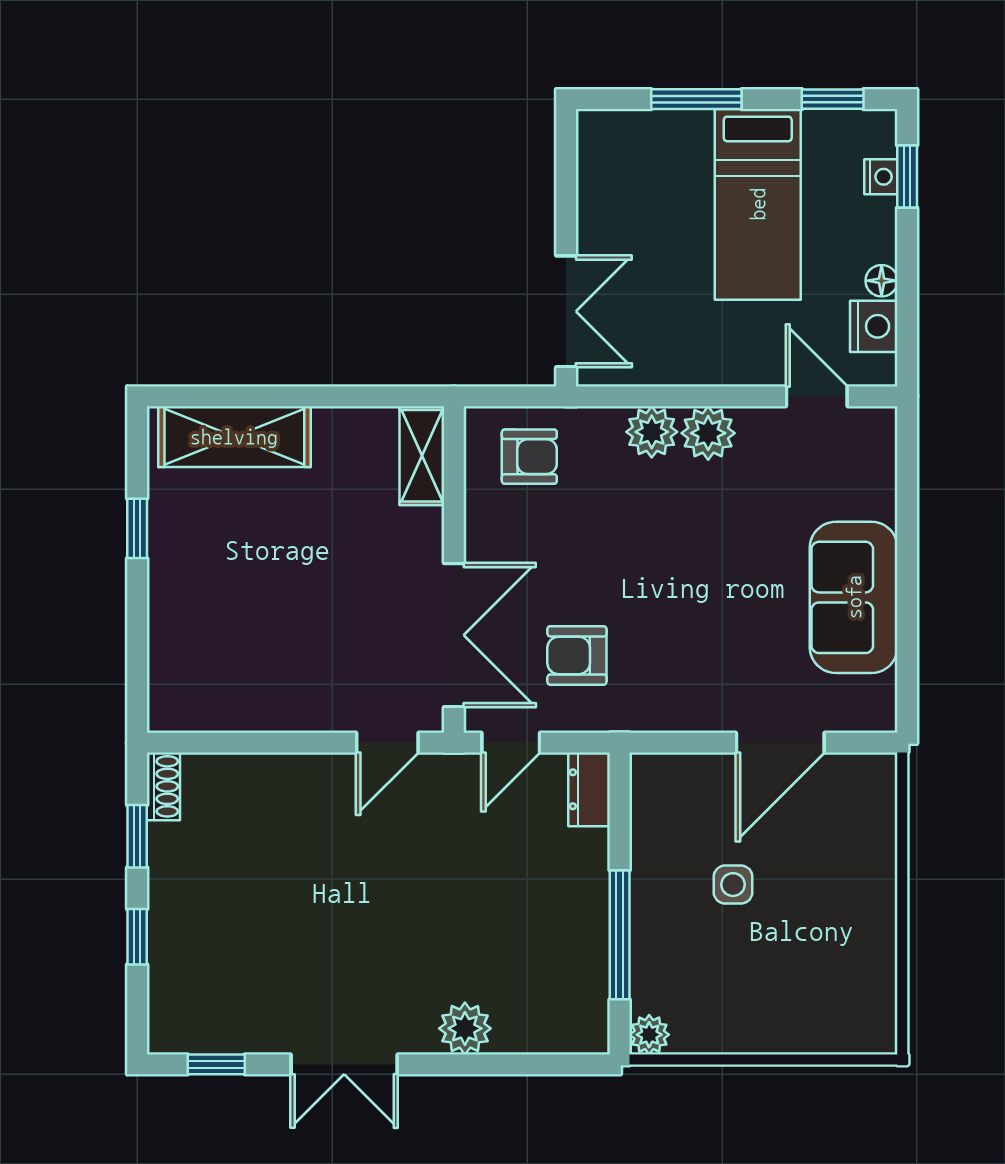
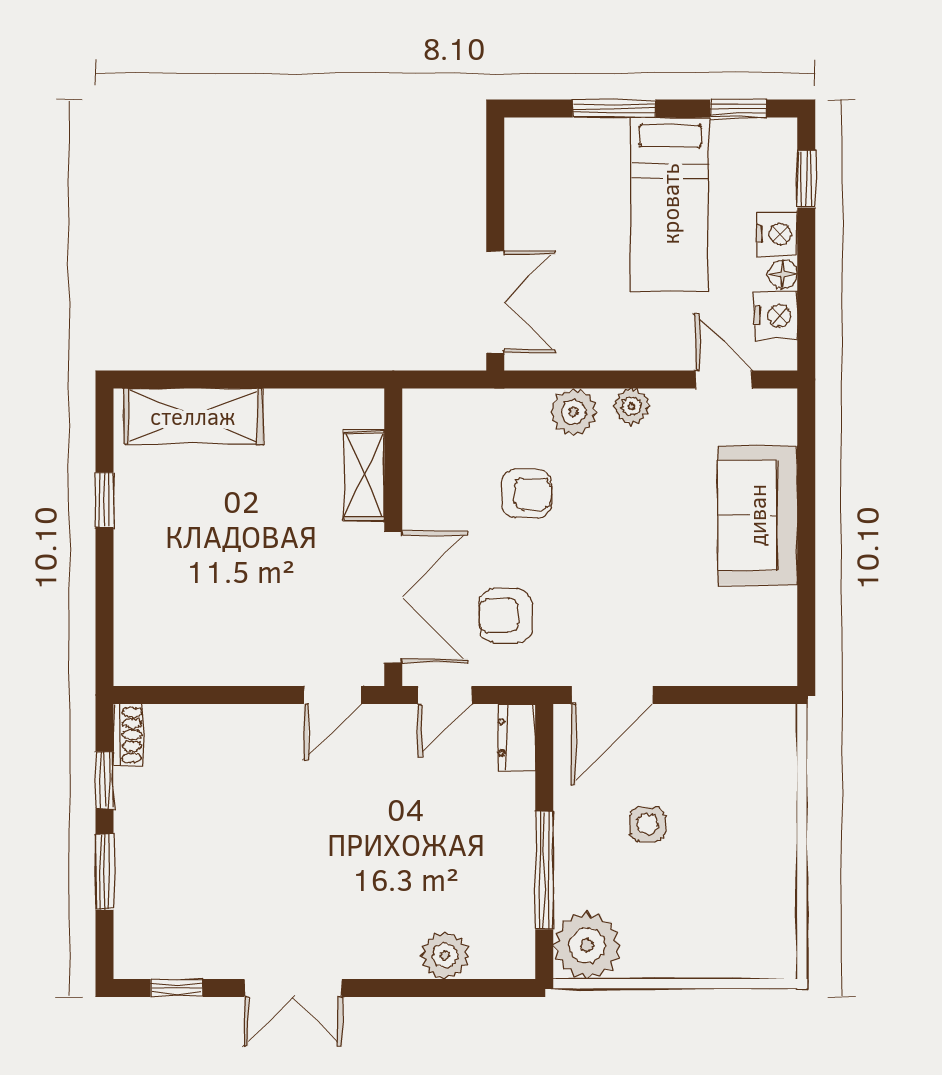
nightstand: (881, 177) -> (777, 234), moved, width x1.39, depth x1.35
plant: (708, 433) -> (632, 406), width x0.73, depth x0.73
shelving: (422, 456) -> (364, 475), moved
armchair: (529, 457) -> (526, 494), moved
sofa: (854, 597) -> (757, 515), moved
door: (780, 743) -> (612, 695), moved
window: (137, 937) -> (104, 872), width x1.50
plant: (465, 1028) -> (445, 955), moved
plant: (649, 1035) -> (587, 945), width x1.88, depth x1.88

